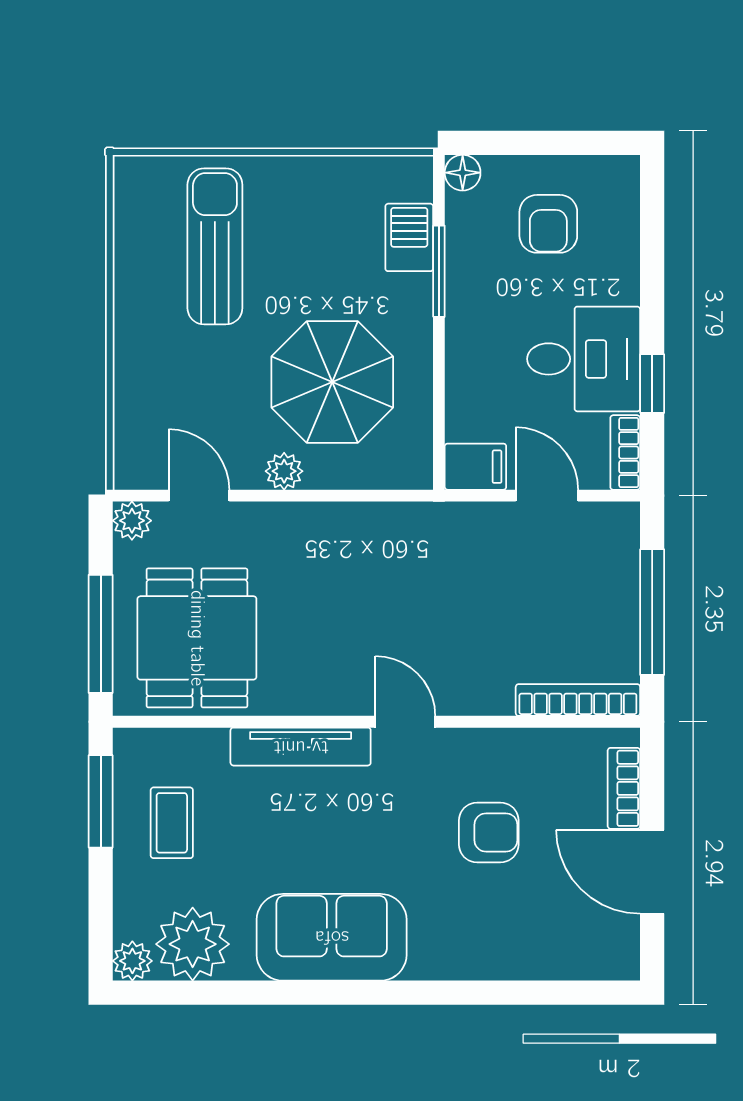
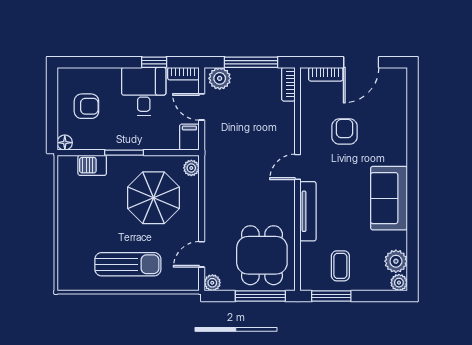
sun lounger: (215, 246) -> (128, 264), moved, turned 180
window: (439, 271) -> (124, 153), moved
plant: (284, 471) -> (191, 168), moved
door: (547, 496) -> (202, 107), hinge flipped
plant: (614, 538) -> (220, 78), added
dining table: (197, 638) -> (262, 255), turned 90
bookcase: (578, 700) -> (288, 84), width x0.64
coffee table: (172, 823) -> (340, 266), turned 90
plant: (193, 944) -> (396, 261), width x0.73, depth x0.73

